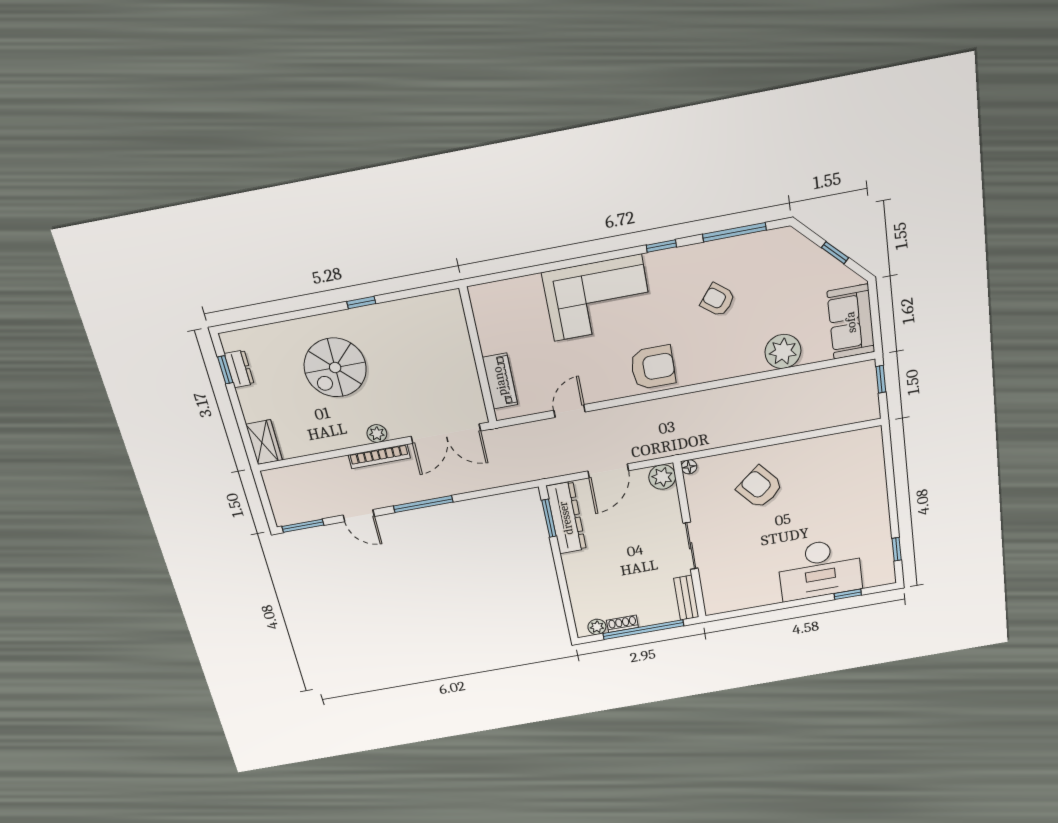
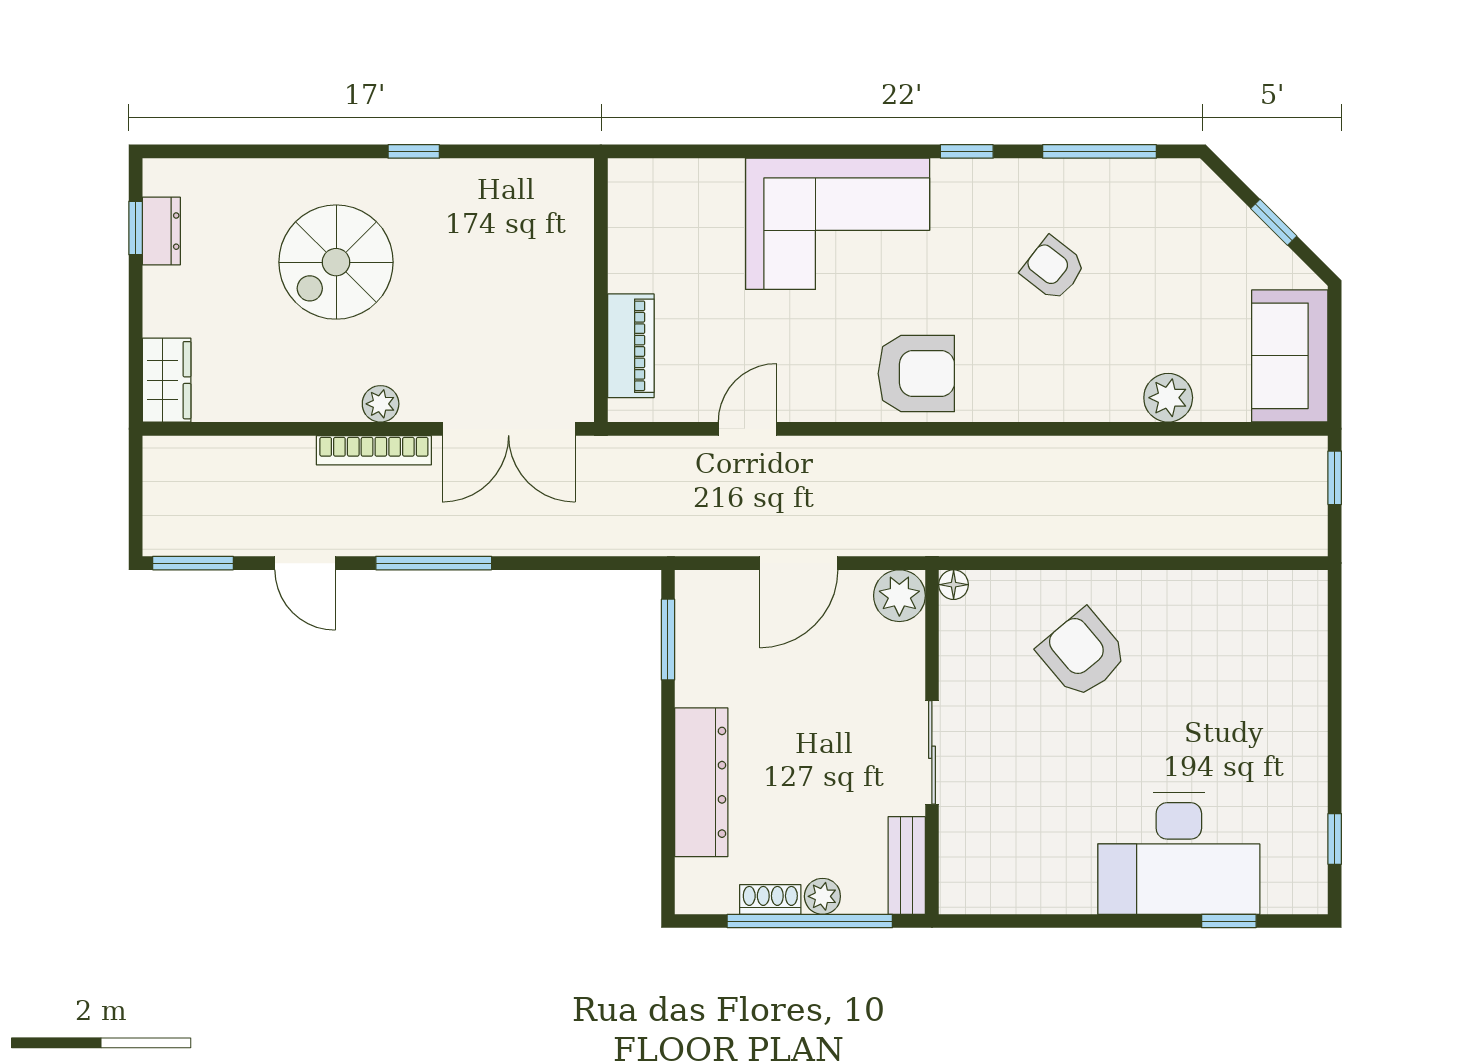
plant: (783, 351) -> (1168, 398), width x0.73, depth x0.73
dresser: (566, 518) -> (701, 782), moved
plant: (597, 627) -> (822, 896), moved

